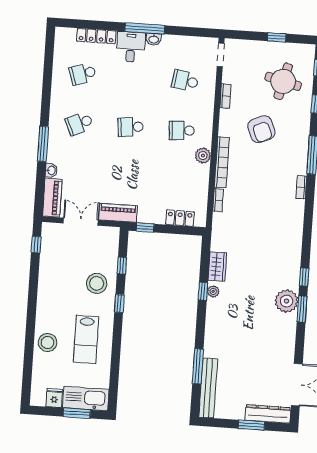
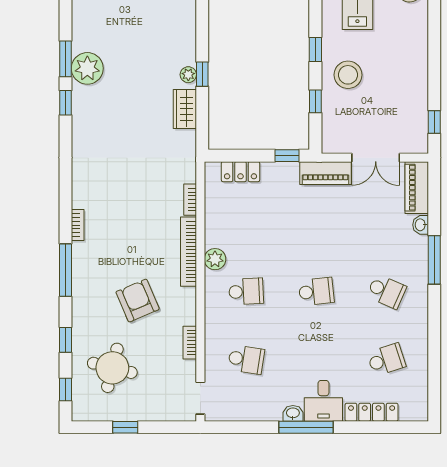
school desk: (79, 123) -> (386, 291), turned 48

